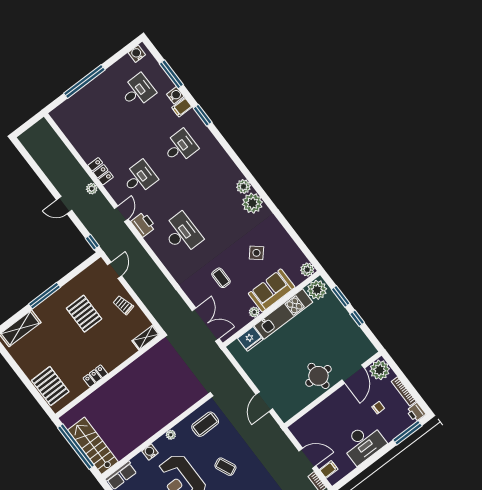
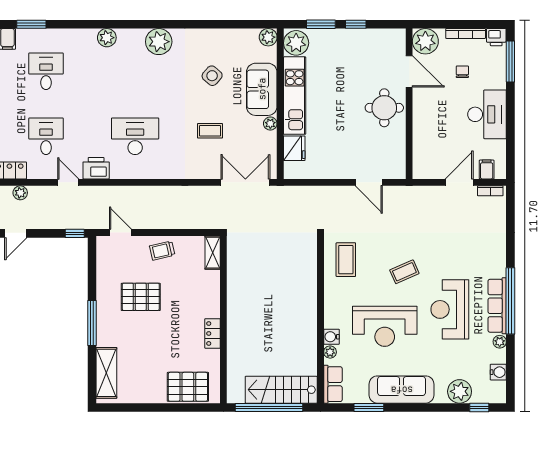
plant: (244, 186) -> (107, 38), moved
plant: (171, 435) -> (330, 352), moved

